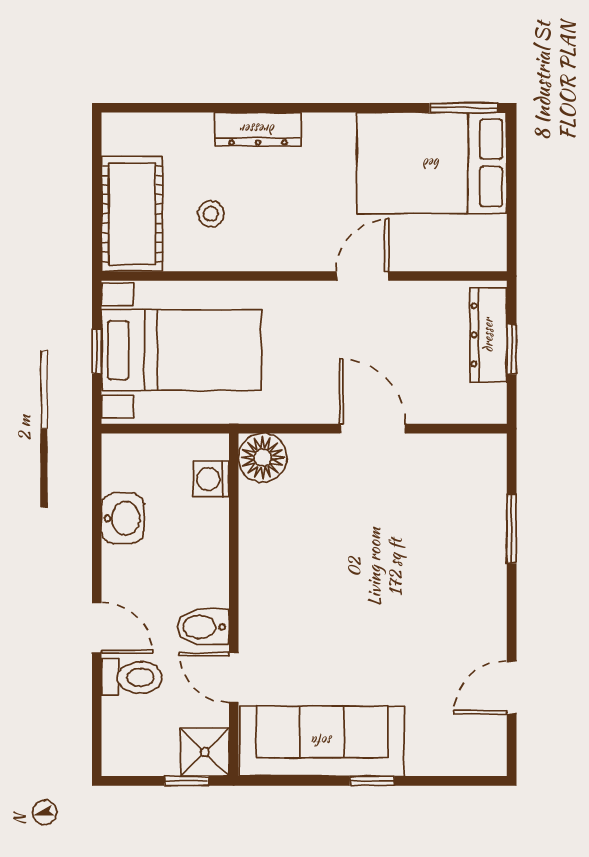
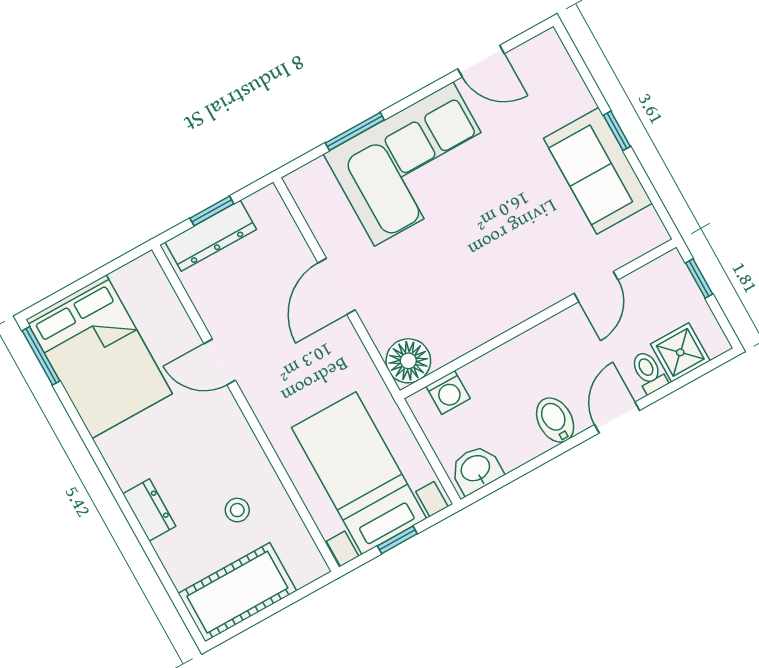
dresser: (258, 129) -> (149, 510), width x0.70
cot: (132, 214) -> (237, 592), moved
washbasin: (123, 518) -> (476, 469), moved
corner sofa: (449, 568) -> (414, 164), added
bidet: (203, 627) -> (555, 420), moved, turned 180
toilet: (132, 677) -> (649, 372), width x0.73, depth x0.72
sofa: (322, 741) -> (598, 171), width x0.73
shower: (205, 752) -> (680, 352), moved

